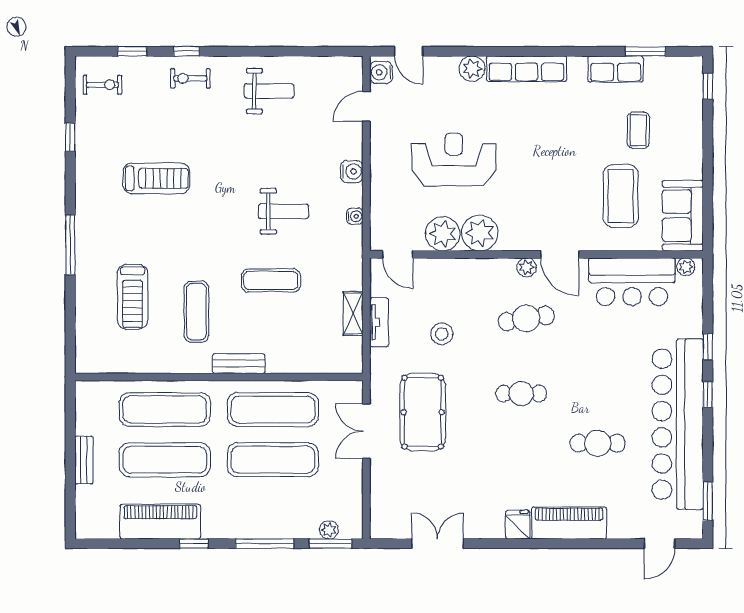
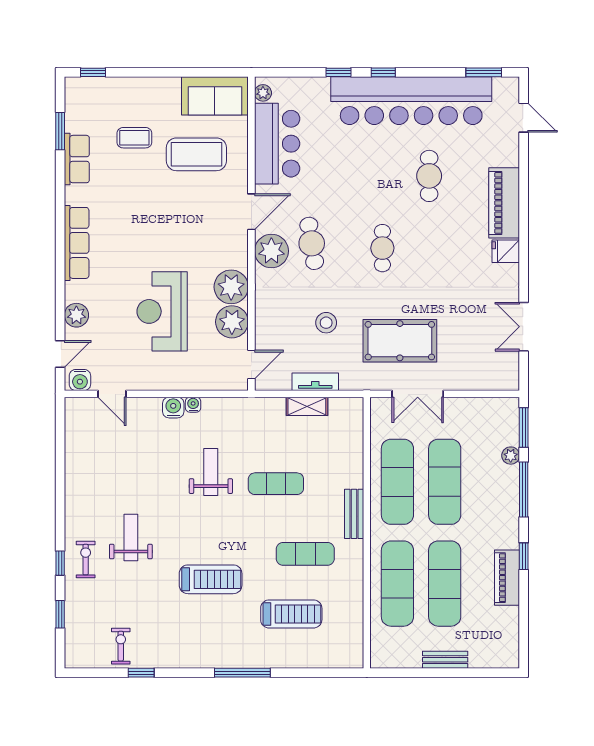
plant: (472, 69) -> (76, 315), moved
exercise bike: (190, 78) -> (86, 560), turned 180
exercise bike: (102, 85) -> (121, 646), moved
weight bench: (269, 91) -> (131, 538), moved
treadmill: (156, 178) -> (211, 579), moved, turned 90
water cooler: (355, 216) -> (193, 405), moved
plant: (526, 267) -> (271, 251), width x1.88, depth x1.88
exercise mat: (271, 280) -> (276, 484), turned 90
piano: (160, 522) -> (507, 578), width x0.73, depth x0.75
plant: (329, 530) -> (511, 456), moved

